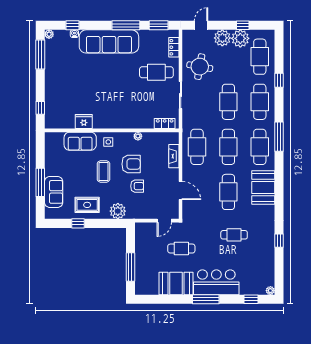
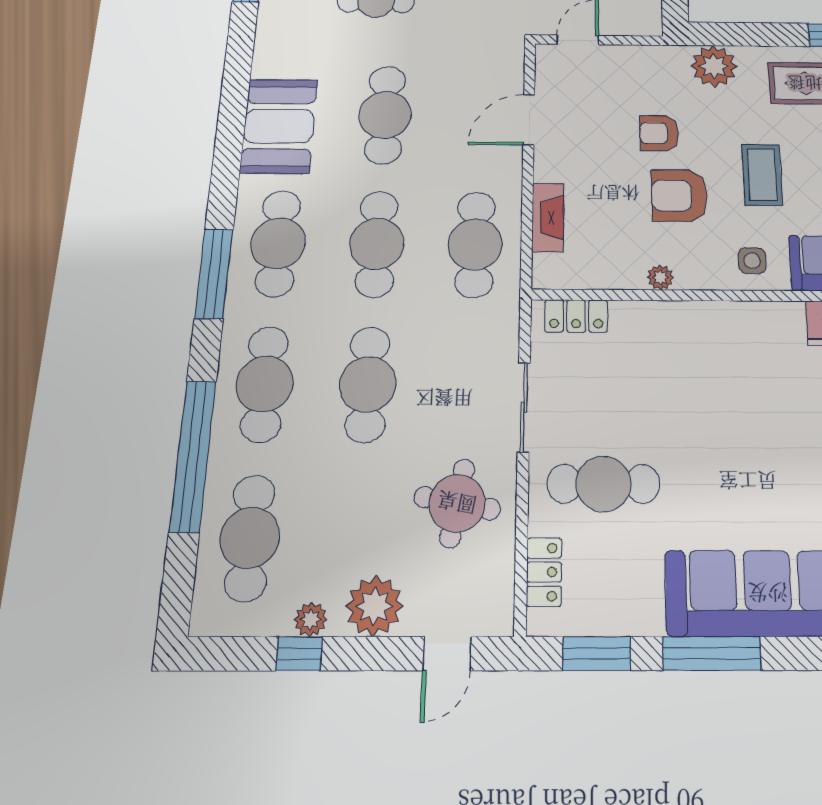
plant: (240, 38) -> (311, 619), width x0.53, depth x0.53
window: (279, 80) -> (193, 455), width x3.17
door: (181, 191) -> (529, 120), hinge flipped

